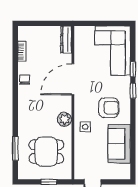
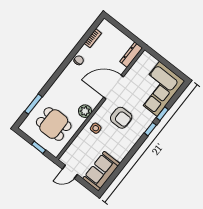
armchair: (109, 108) -> (121, 118), moved
sofa: (119, 144) -> (101, 171), moved

